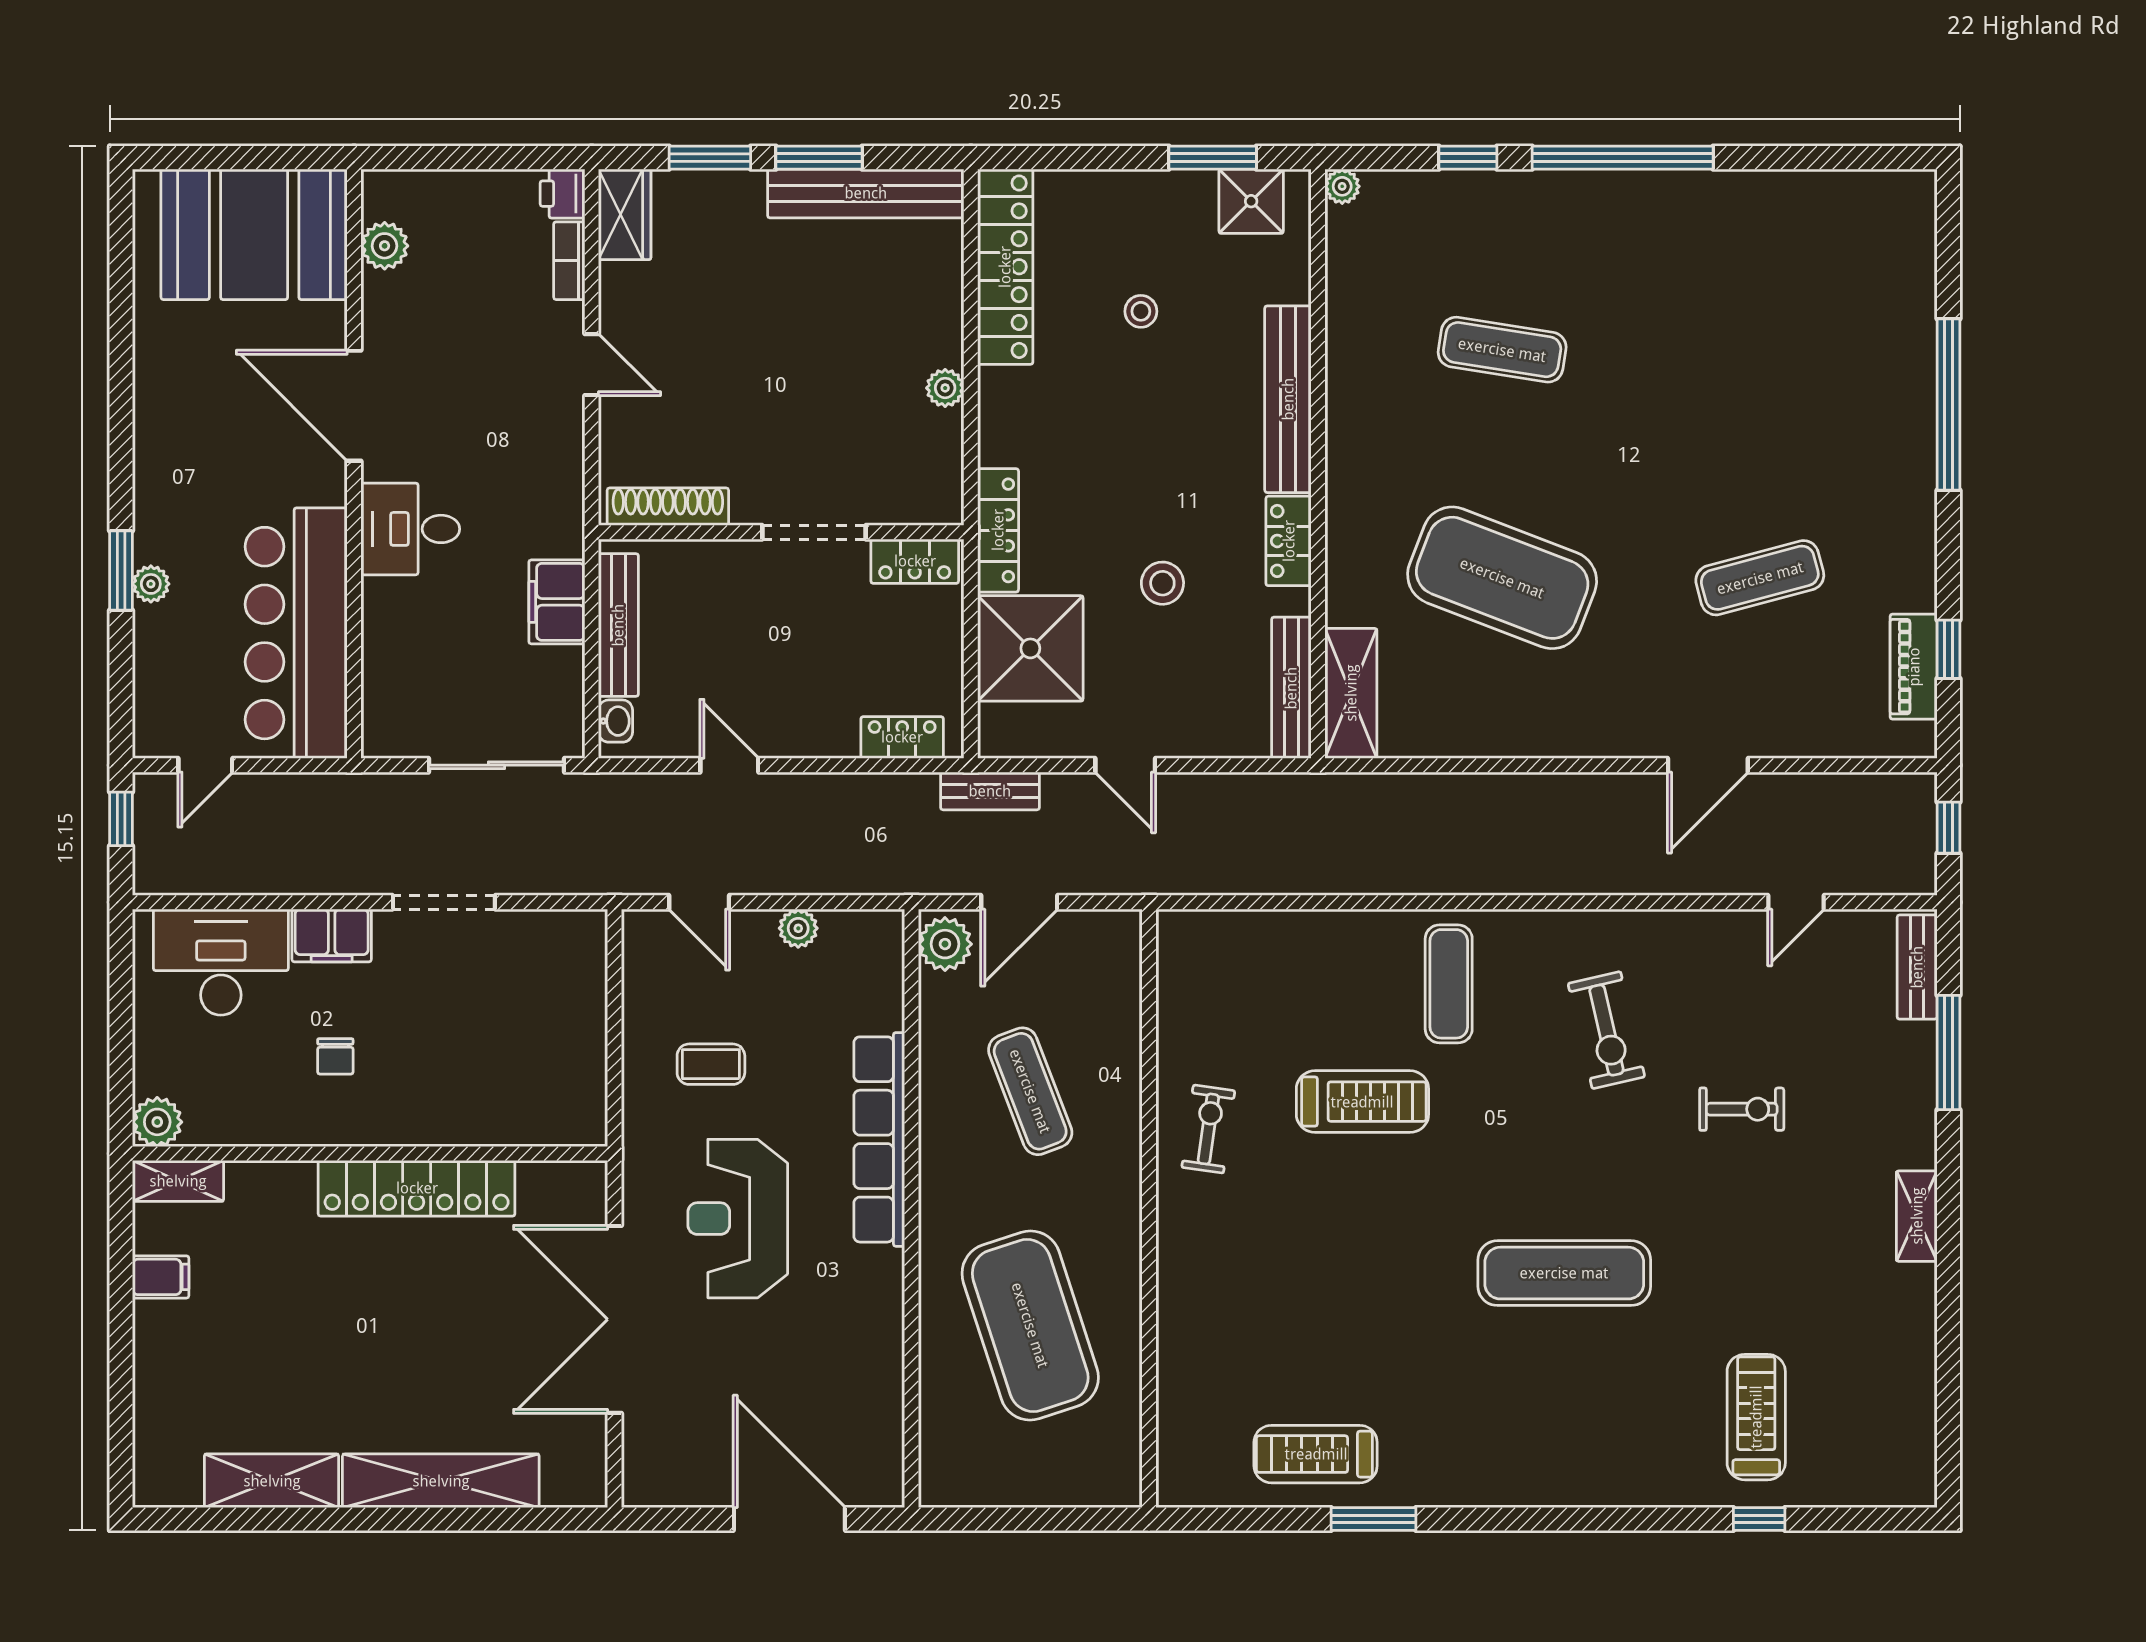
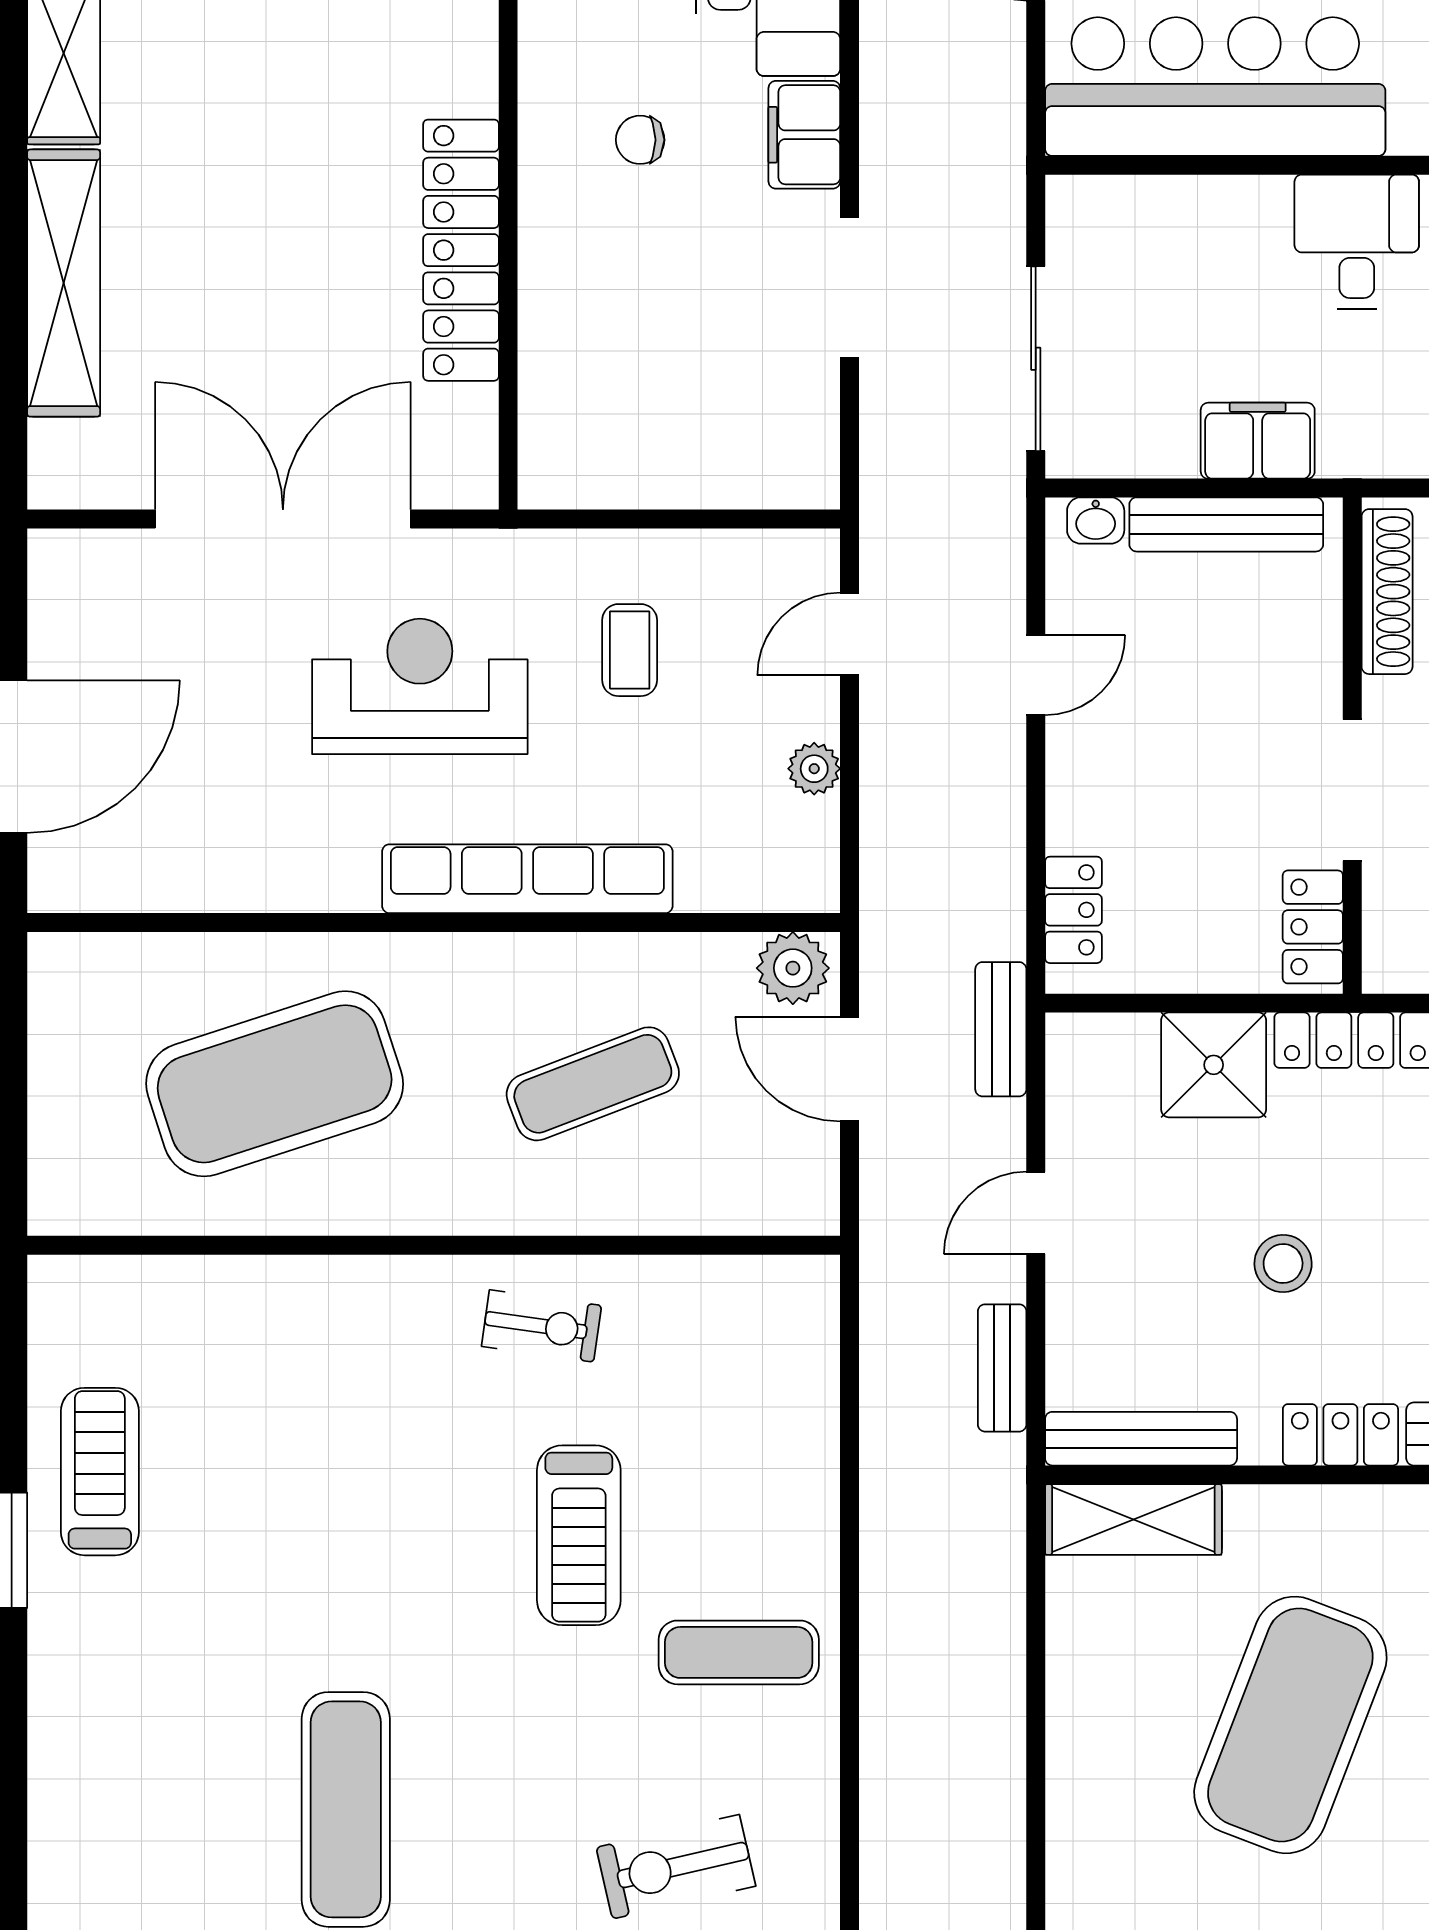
shower: (1030, 648) -> (1214, 1065), width x0.73, depth x0.73
bench: (1239, 790) -> (1002, 1368), added

